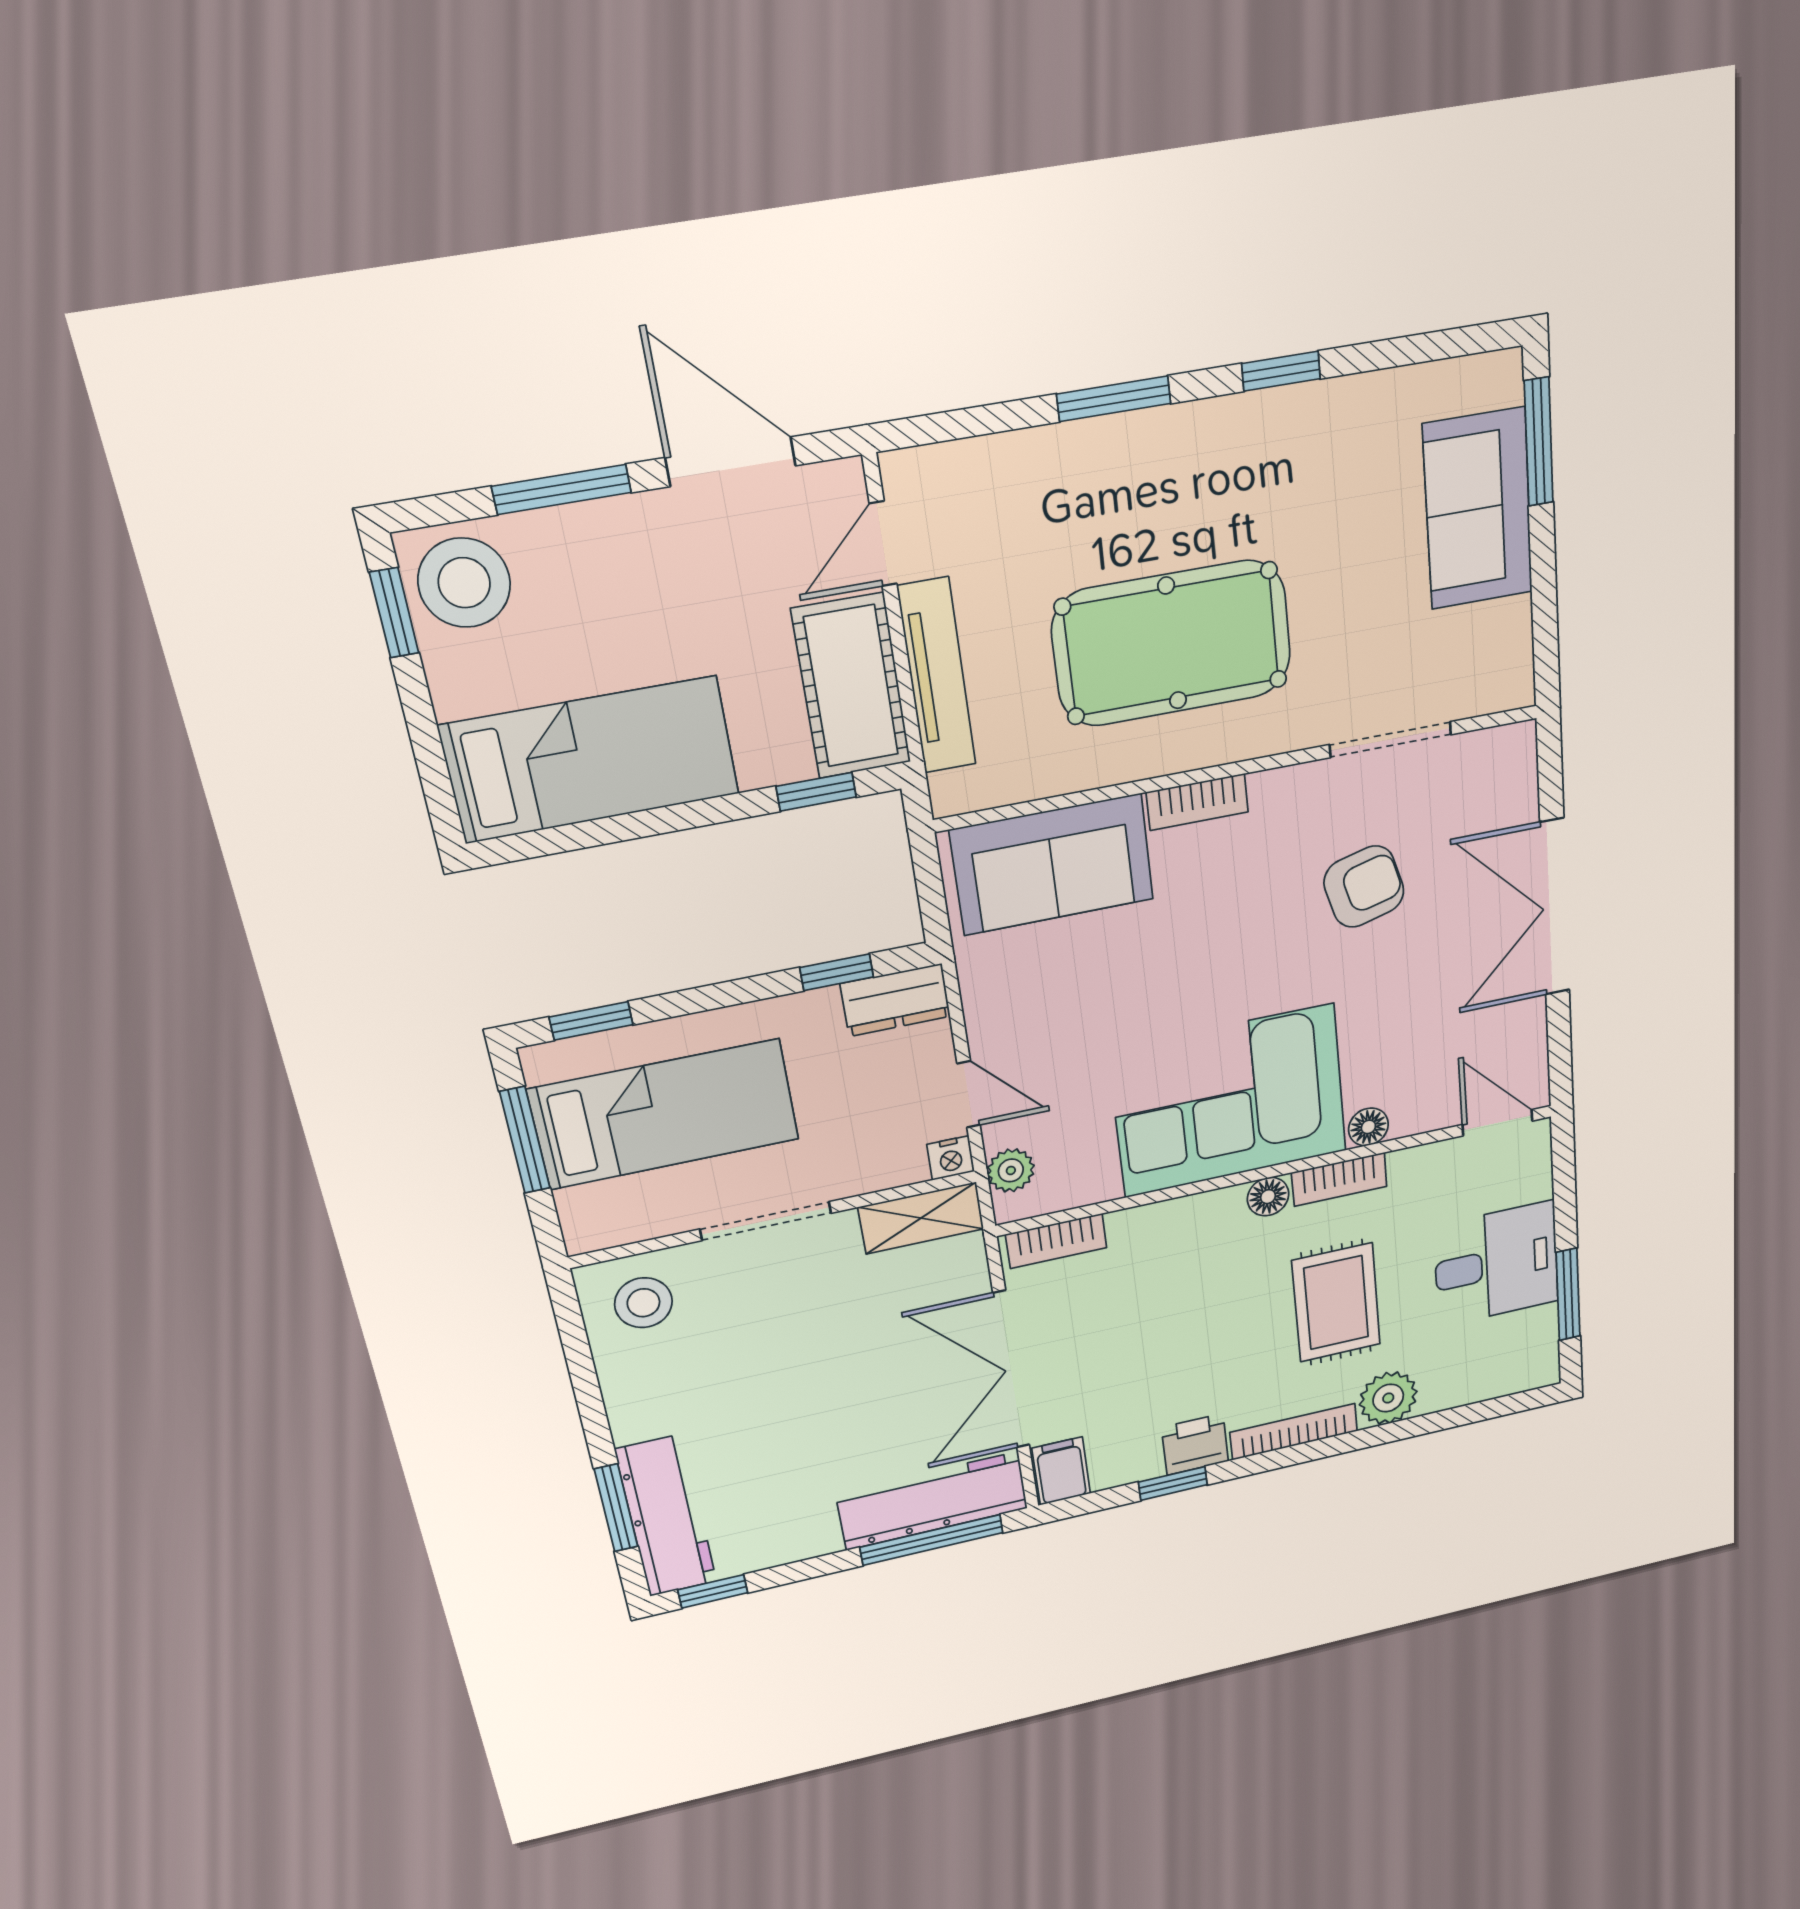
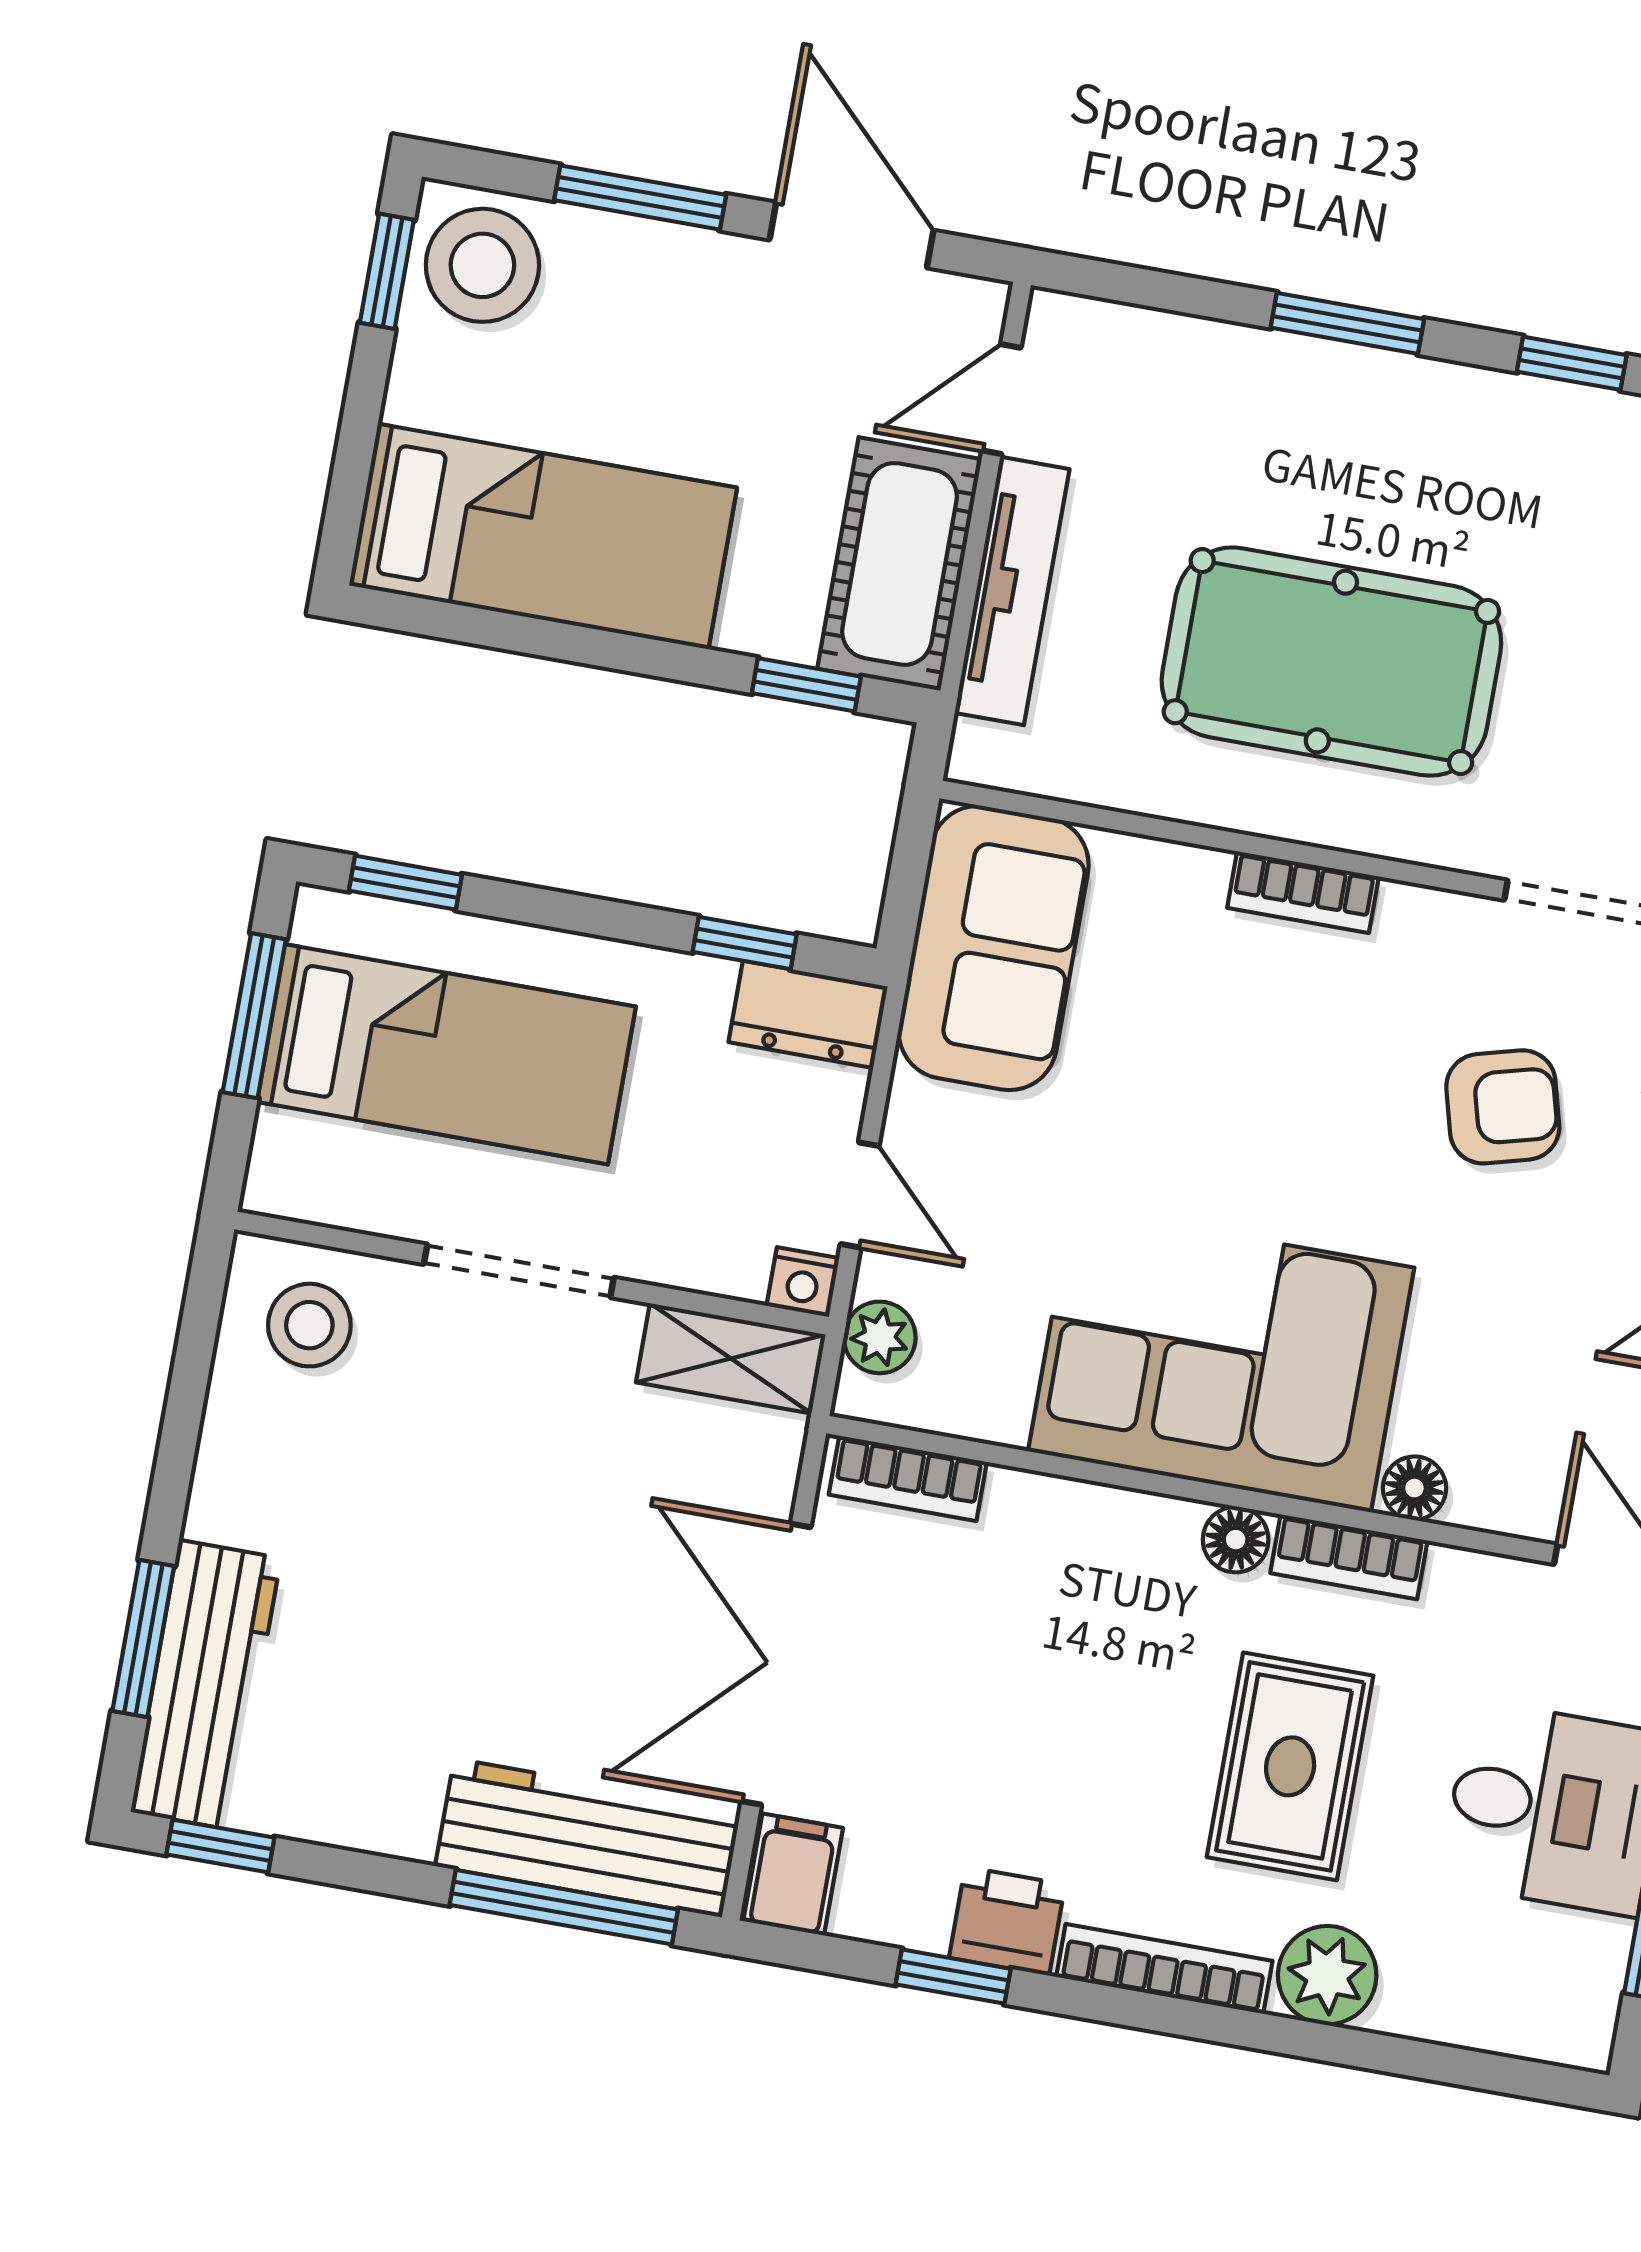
sofa: (1052, 865) -> (994, 948), moved, turned -90

